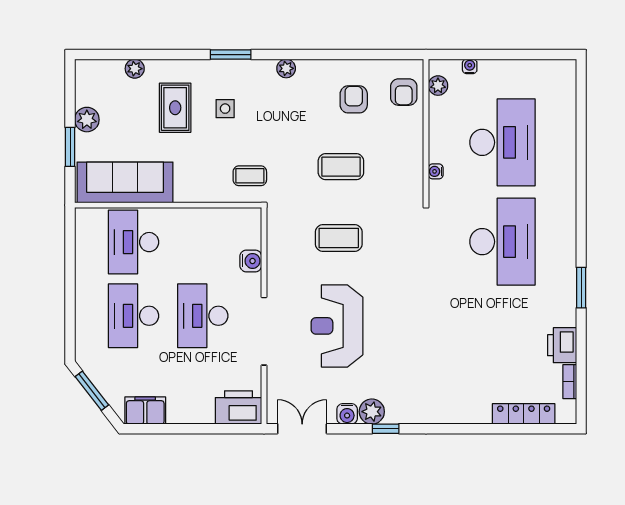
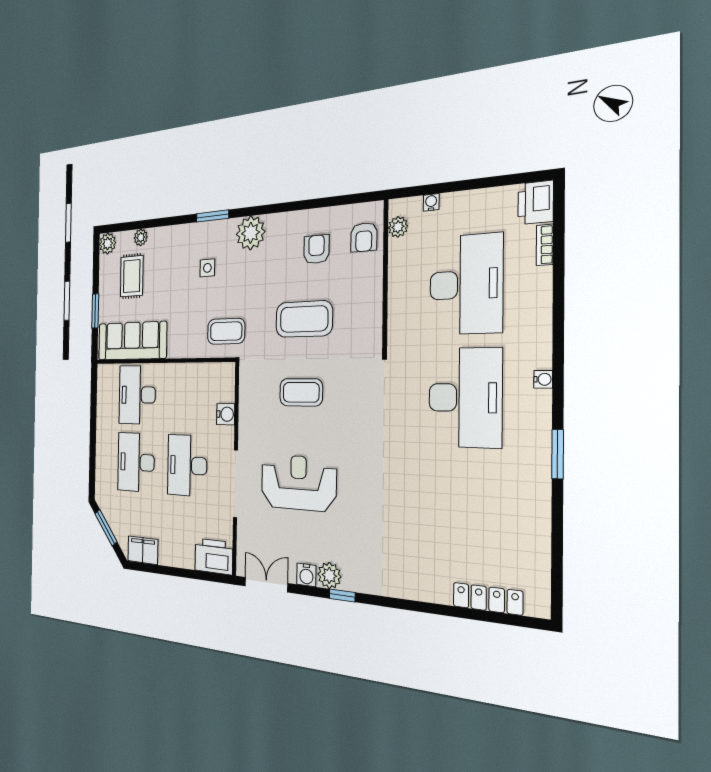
plant: (286, 68) -> (251, 233), width x1.87, depth x1.87
rug: (175, 108) -> (132, 276), moved
plant: (87, 120) -> (108, 244), moved
coffee table: (341, 167) -> (304, 319), width x1.36, depth x1.32
water cooler: (436, 171) -> (543, 379), moved, turned 180
coffee table: (250, 176) -> (226, 331), width x1.36, depth x1.30
reception desk: (337, 326) -> (298, 483), turned 90
printer: (562, 345) -> (536, 203), moved
bookcase: (570, 382) -> (545, 245), moved

